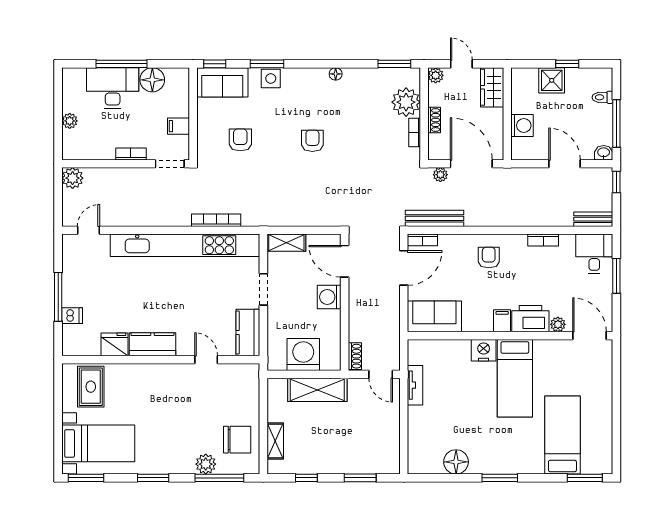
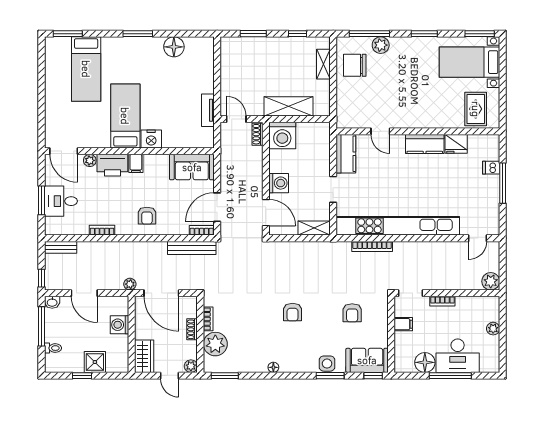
plant: (440, 175) -> (130, 284), moved
desk: (594, 254) -> (61, 201), moved, turned 90
washing machine: (303, 355) -> (282, 135), moved

